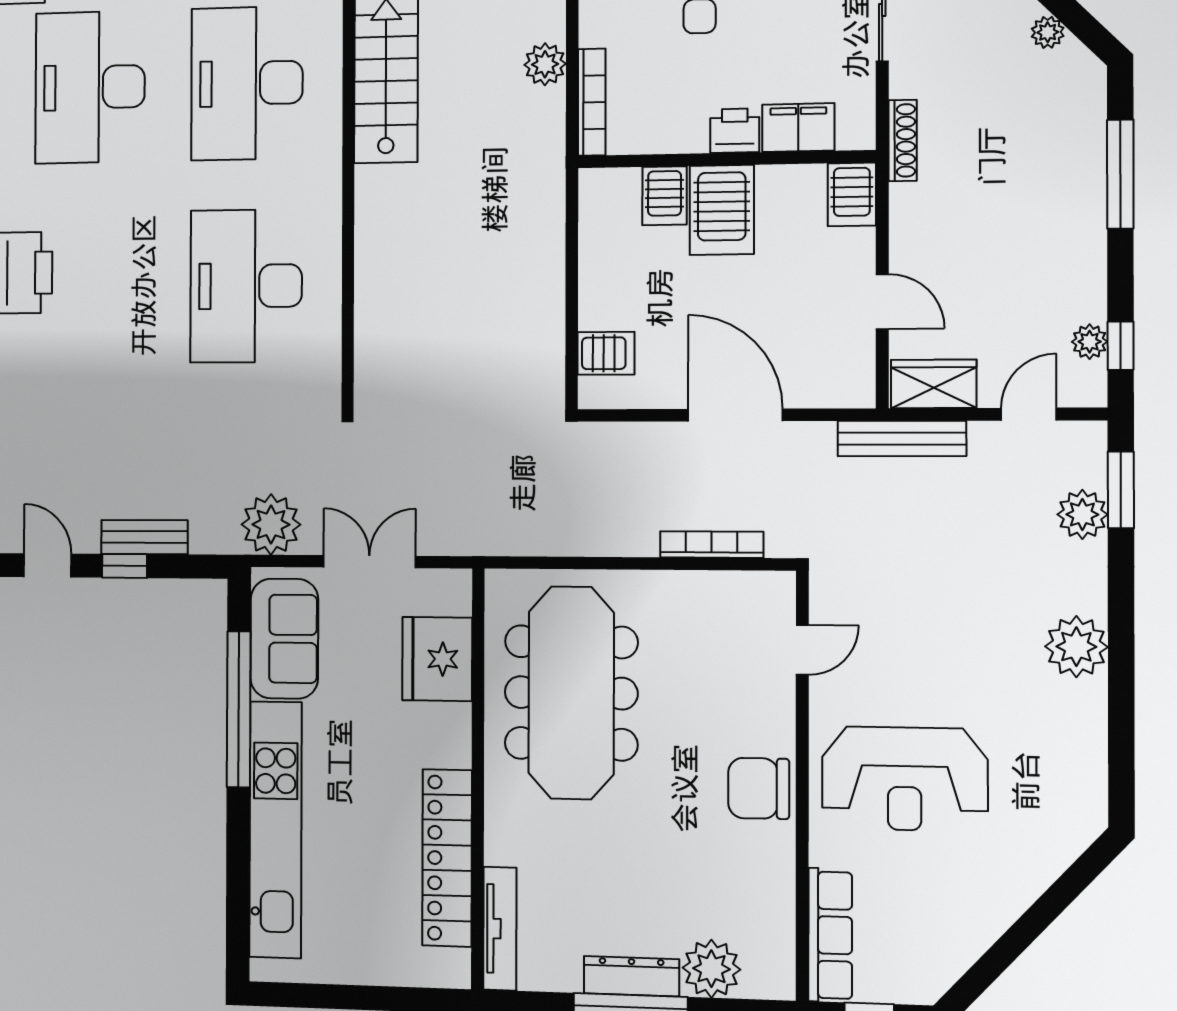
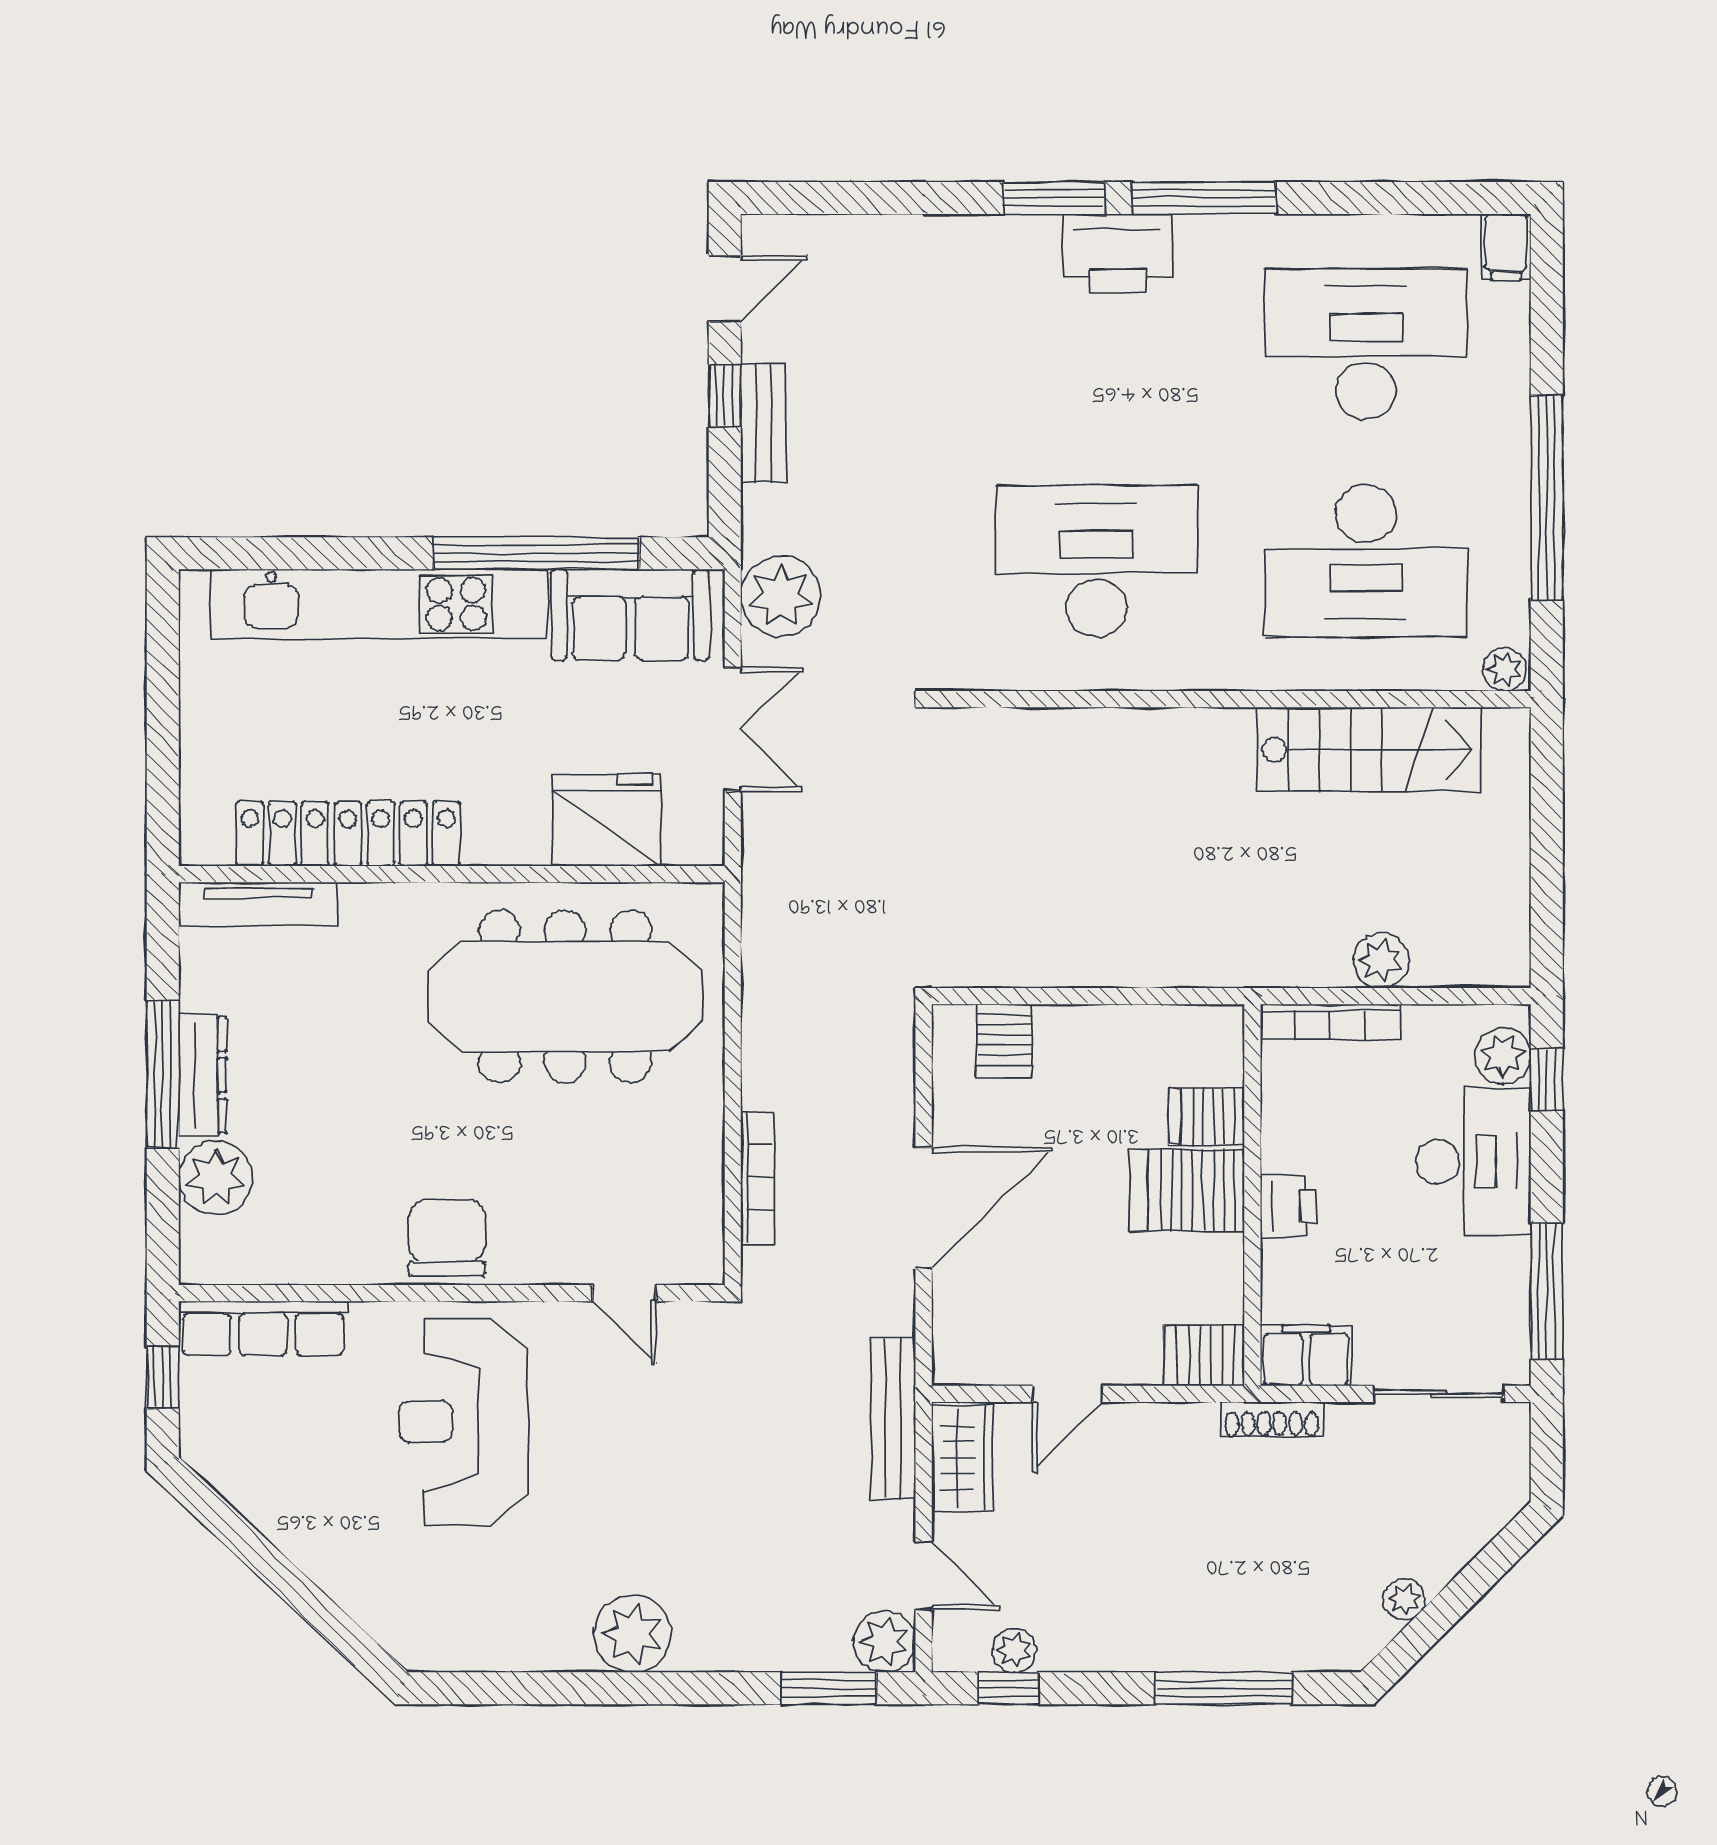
desk: (247, 83) -> (1366, 561), turned 180
filing cabinet: (798, 128) -> (1306, 1355), moved, turned -90
plant: (1082, 514) -> (885, 1641), moved

